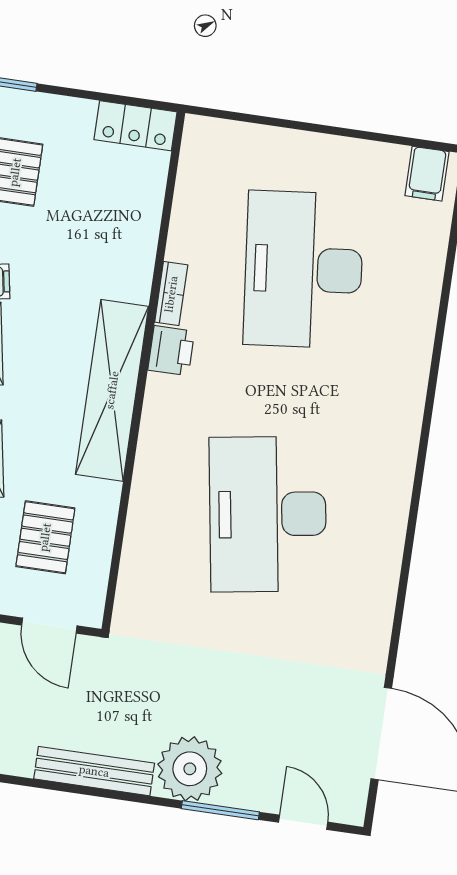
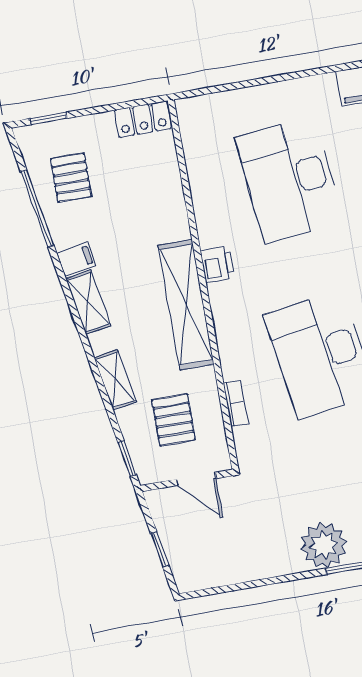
bookcase: (171, 294) -> (236, 403), moved
bench: (94, 771) -> (259, 568), removed

